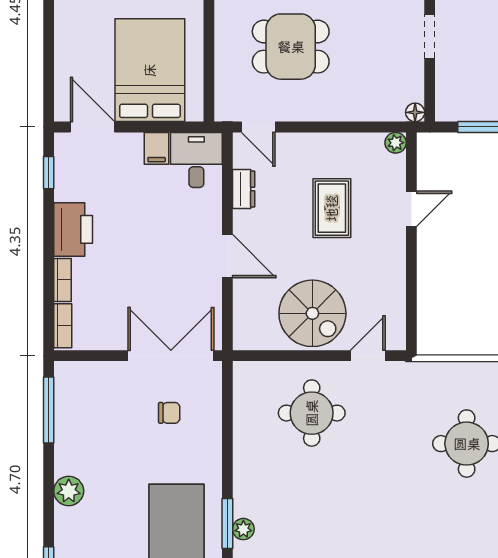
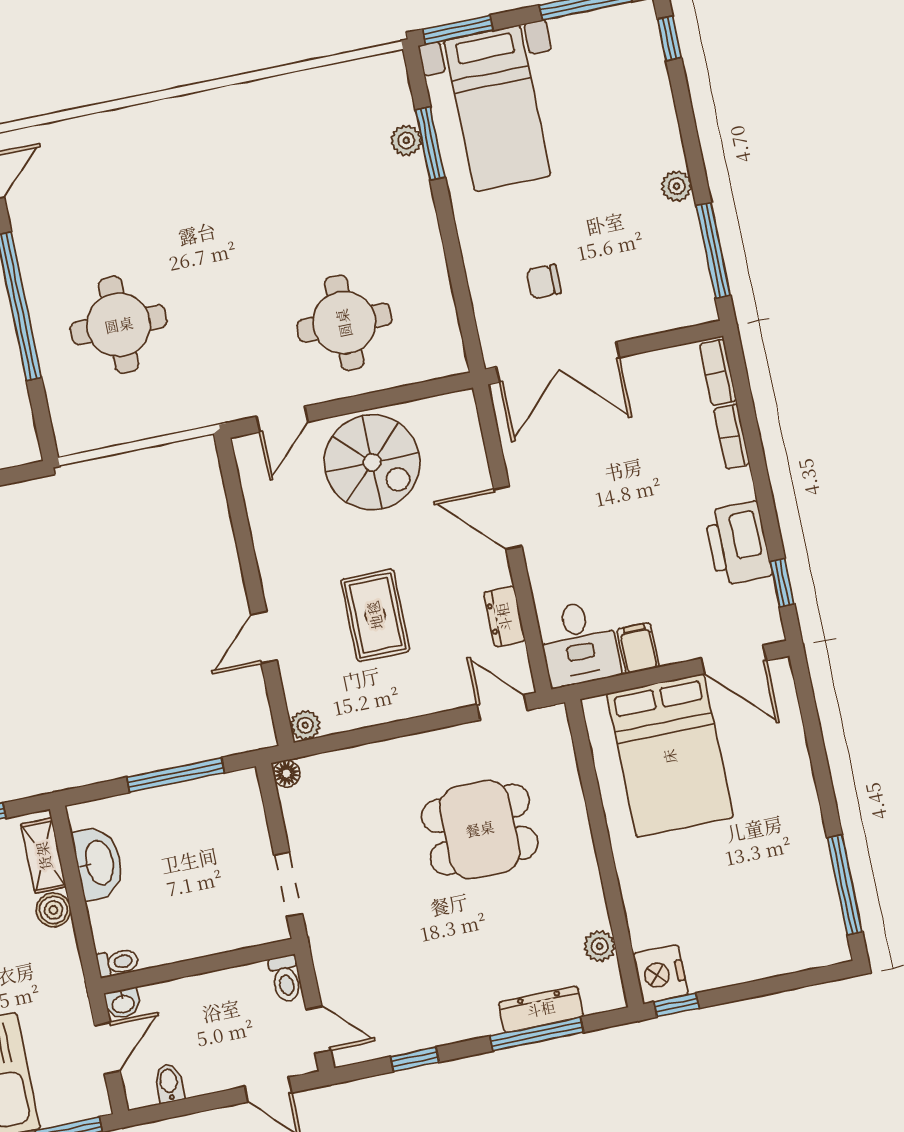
printer: (73, 229) -> (738, 543), moved
spiral stairs: (312, 313) -> (372, 462), turned 180
plant: (69, 491) -> (677, 186), moved, width x0.73, depth x0.73

